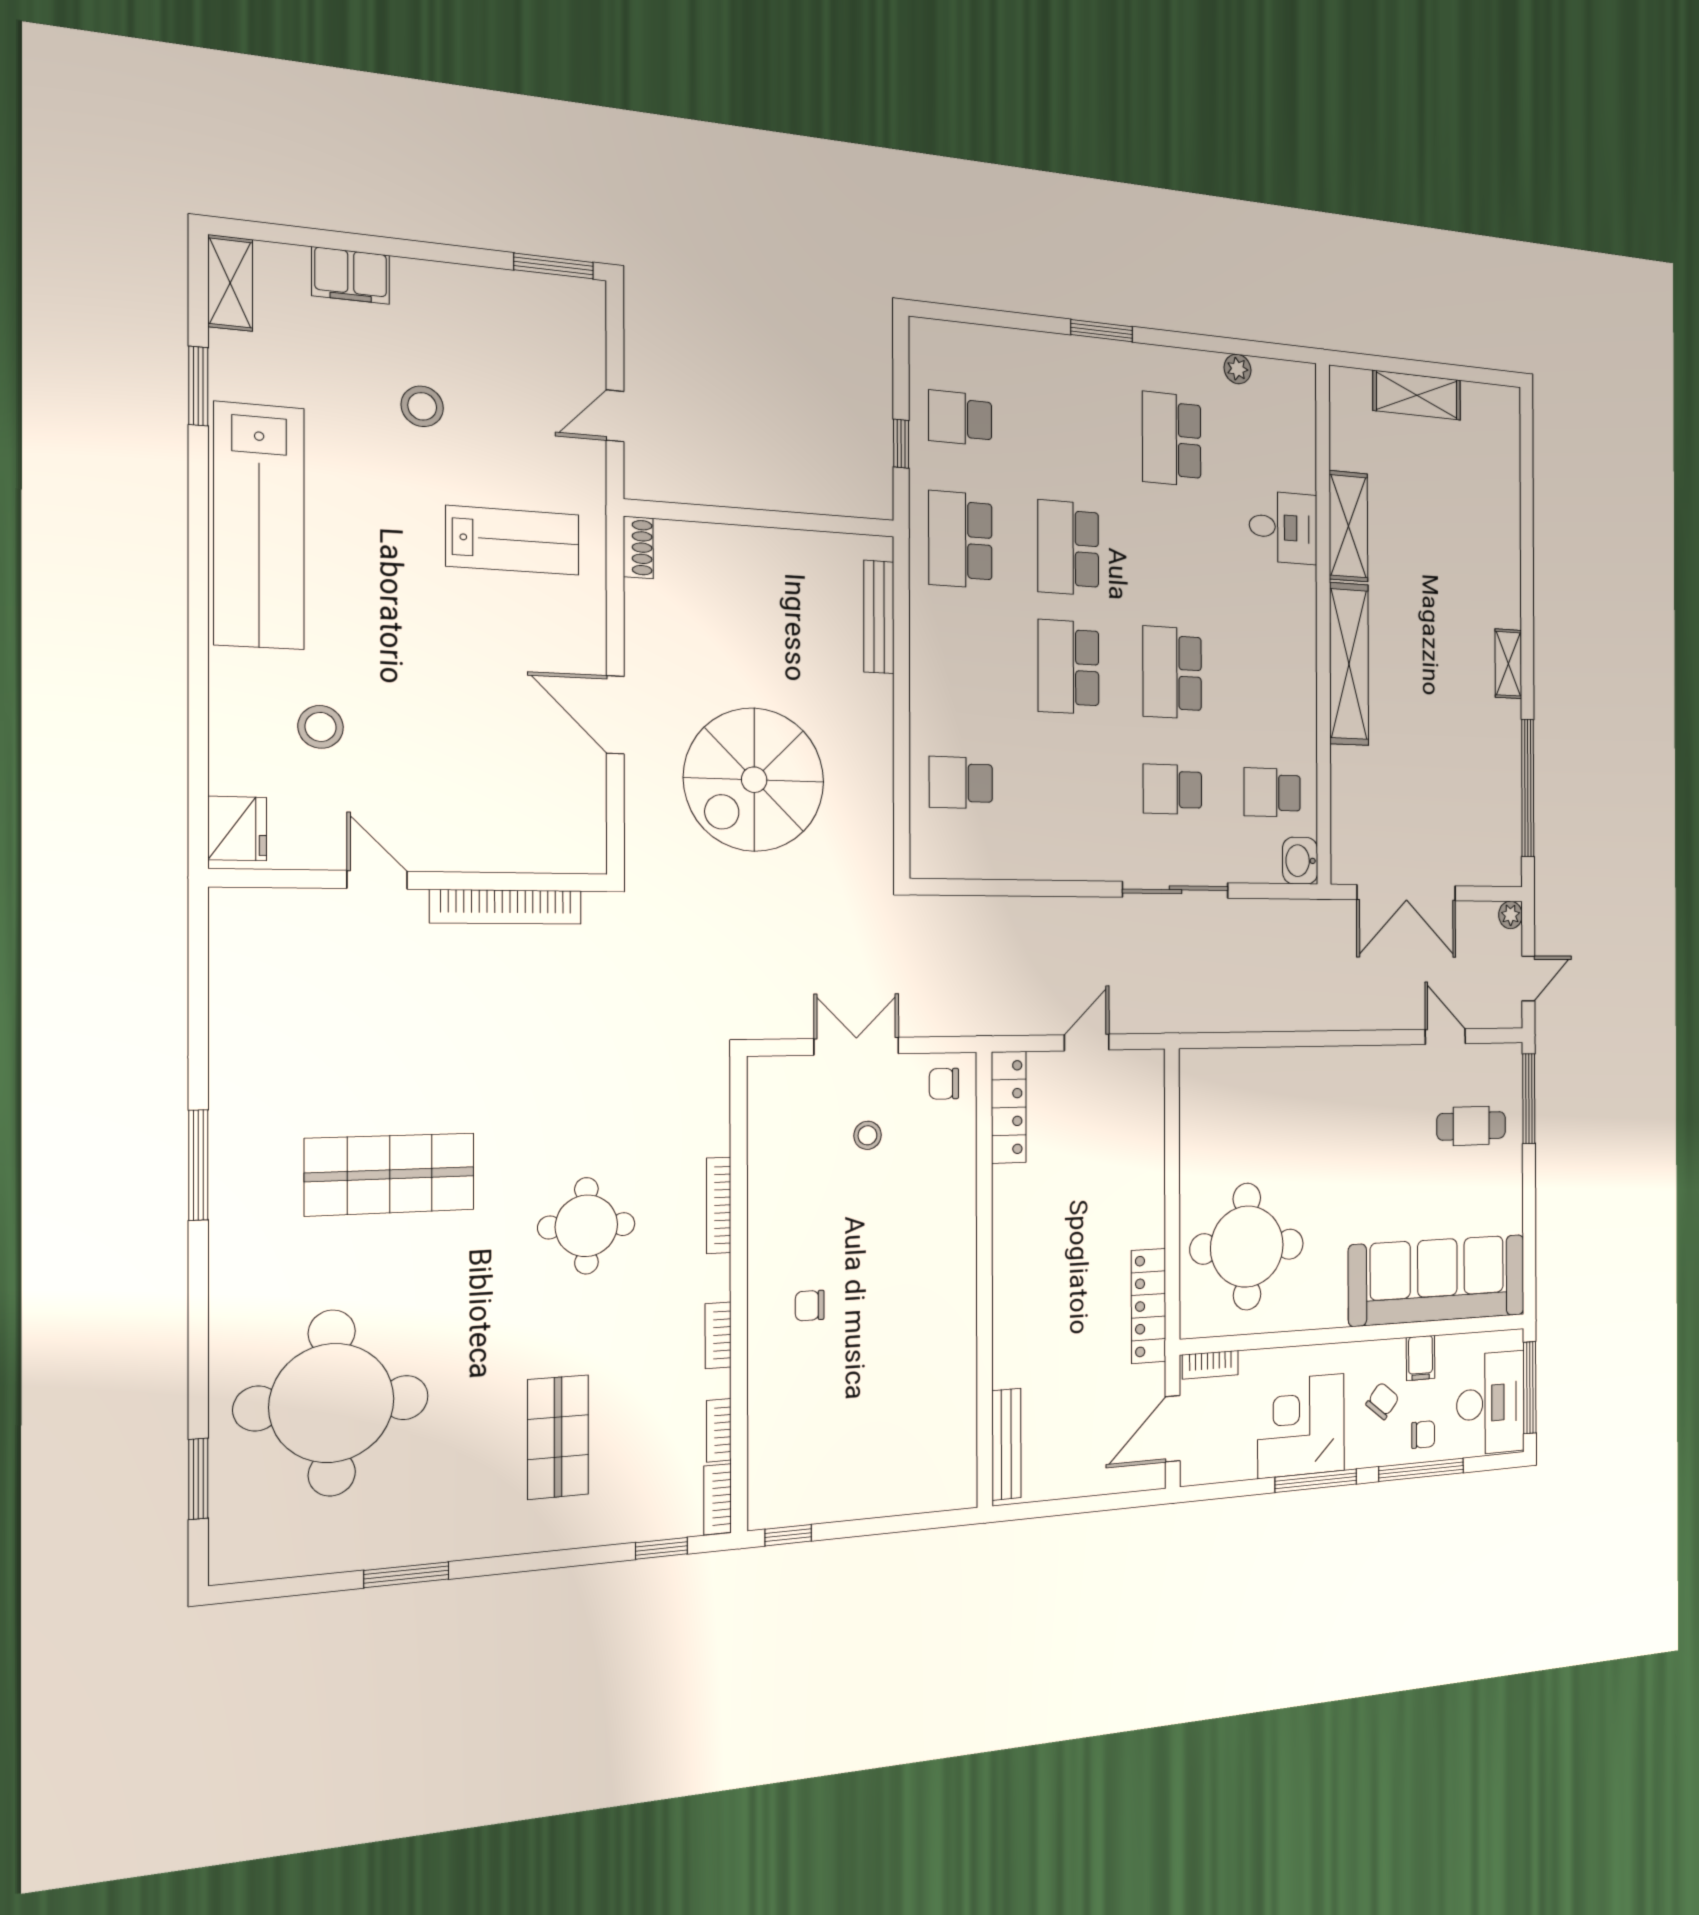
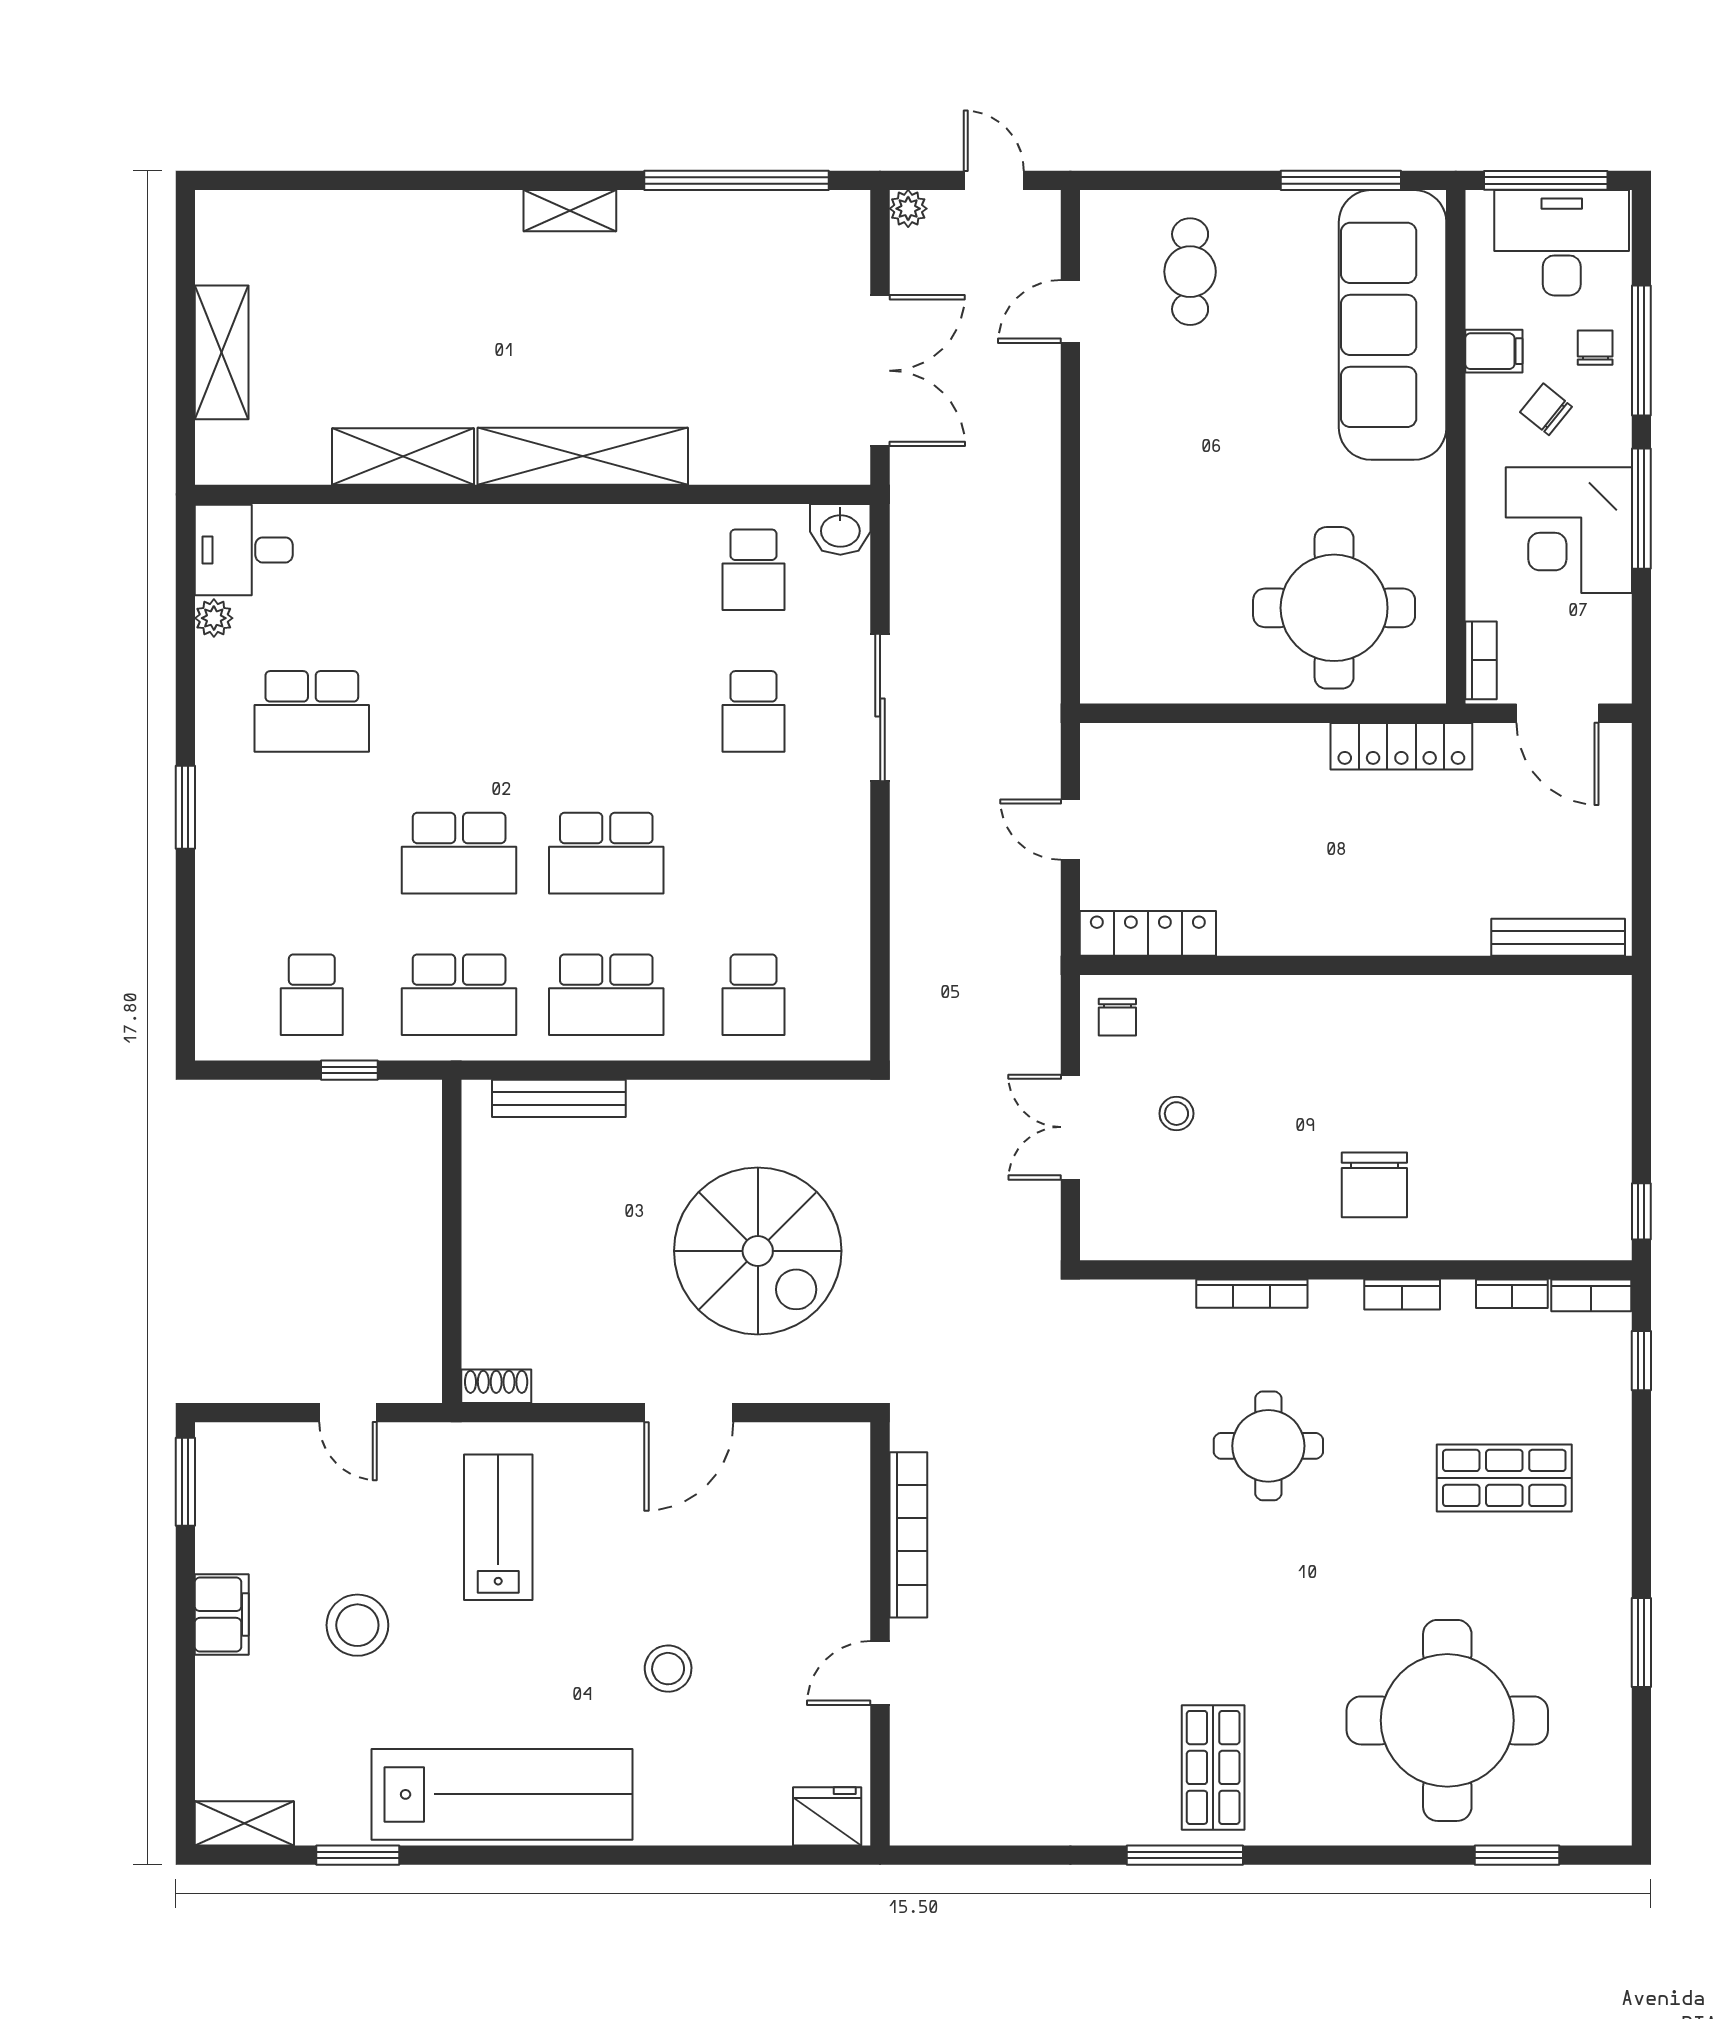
filing cabinet: (351, 275) -> (222, 1614), moved
stool: (422, 406) -> (357, 1625), width x1.38, depth x1.38
desk: (1283, 527) -> (244, 550), moved, turned -90
school desk: (1172, 673) -> (606, 995), moved
stool: (321, 727) -> (668, 1669), moved
window: (1529, 1099) -> (1341, 180), moved
shop shelf: (390, 1174) -> (1213, 1767), moved, width x0.70, depth x0.74
chair: (810, 1306) -> (1374, 1185), width x1.87, depth x1.87

